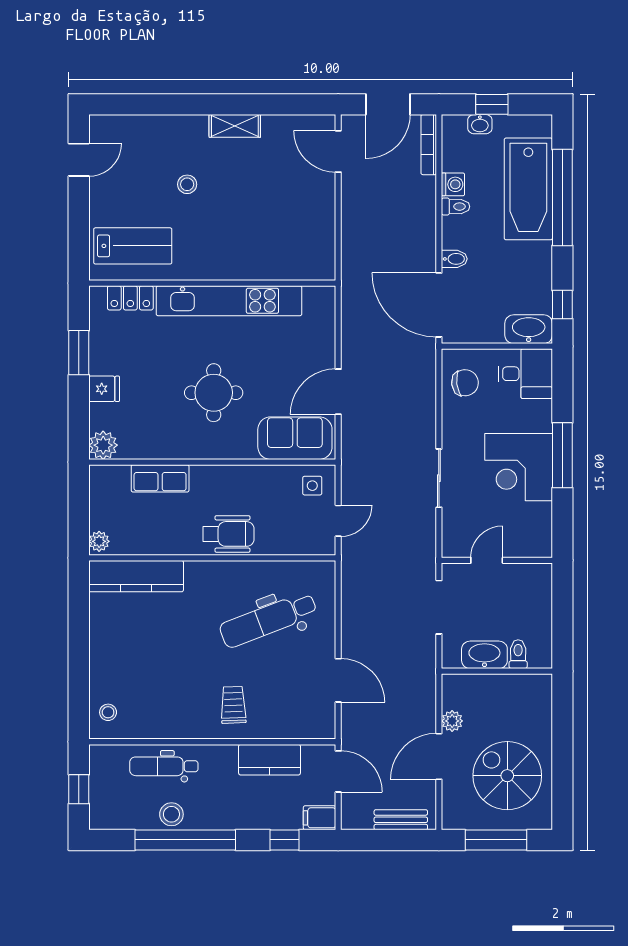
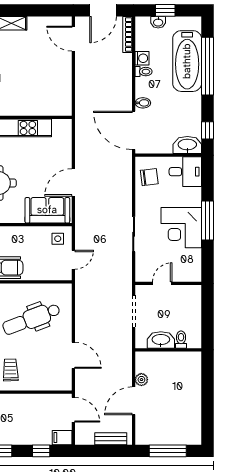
kitchen counter: (269, 760) -> (32, 403), removed
spiral stairs: (507, 776) -> (175, 412), removed

